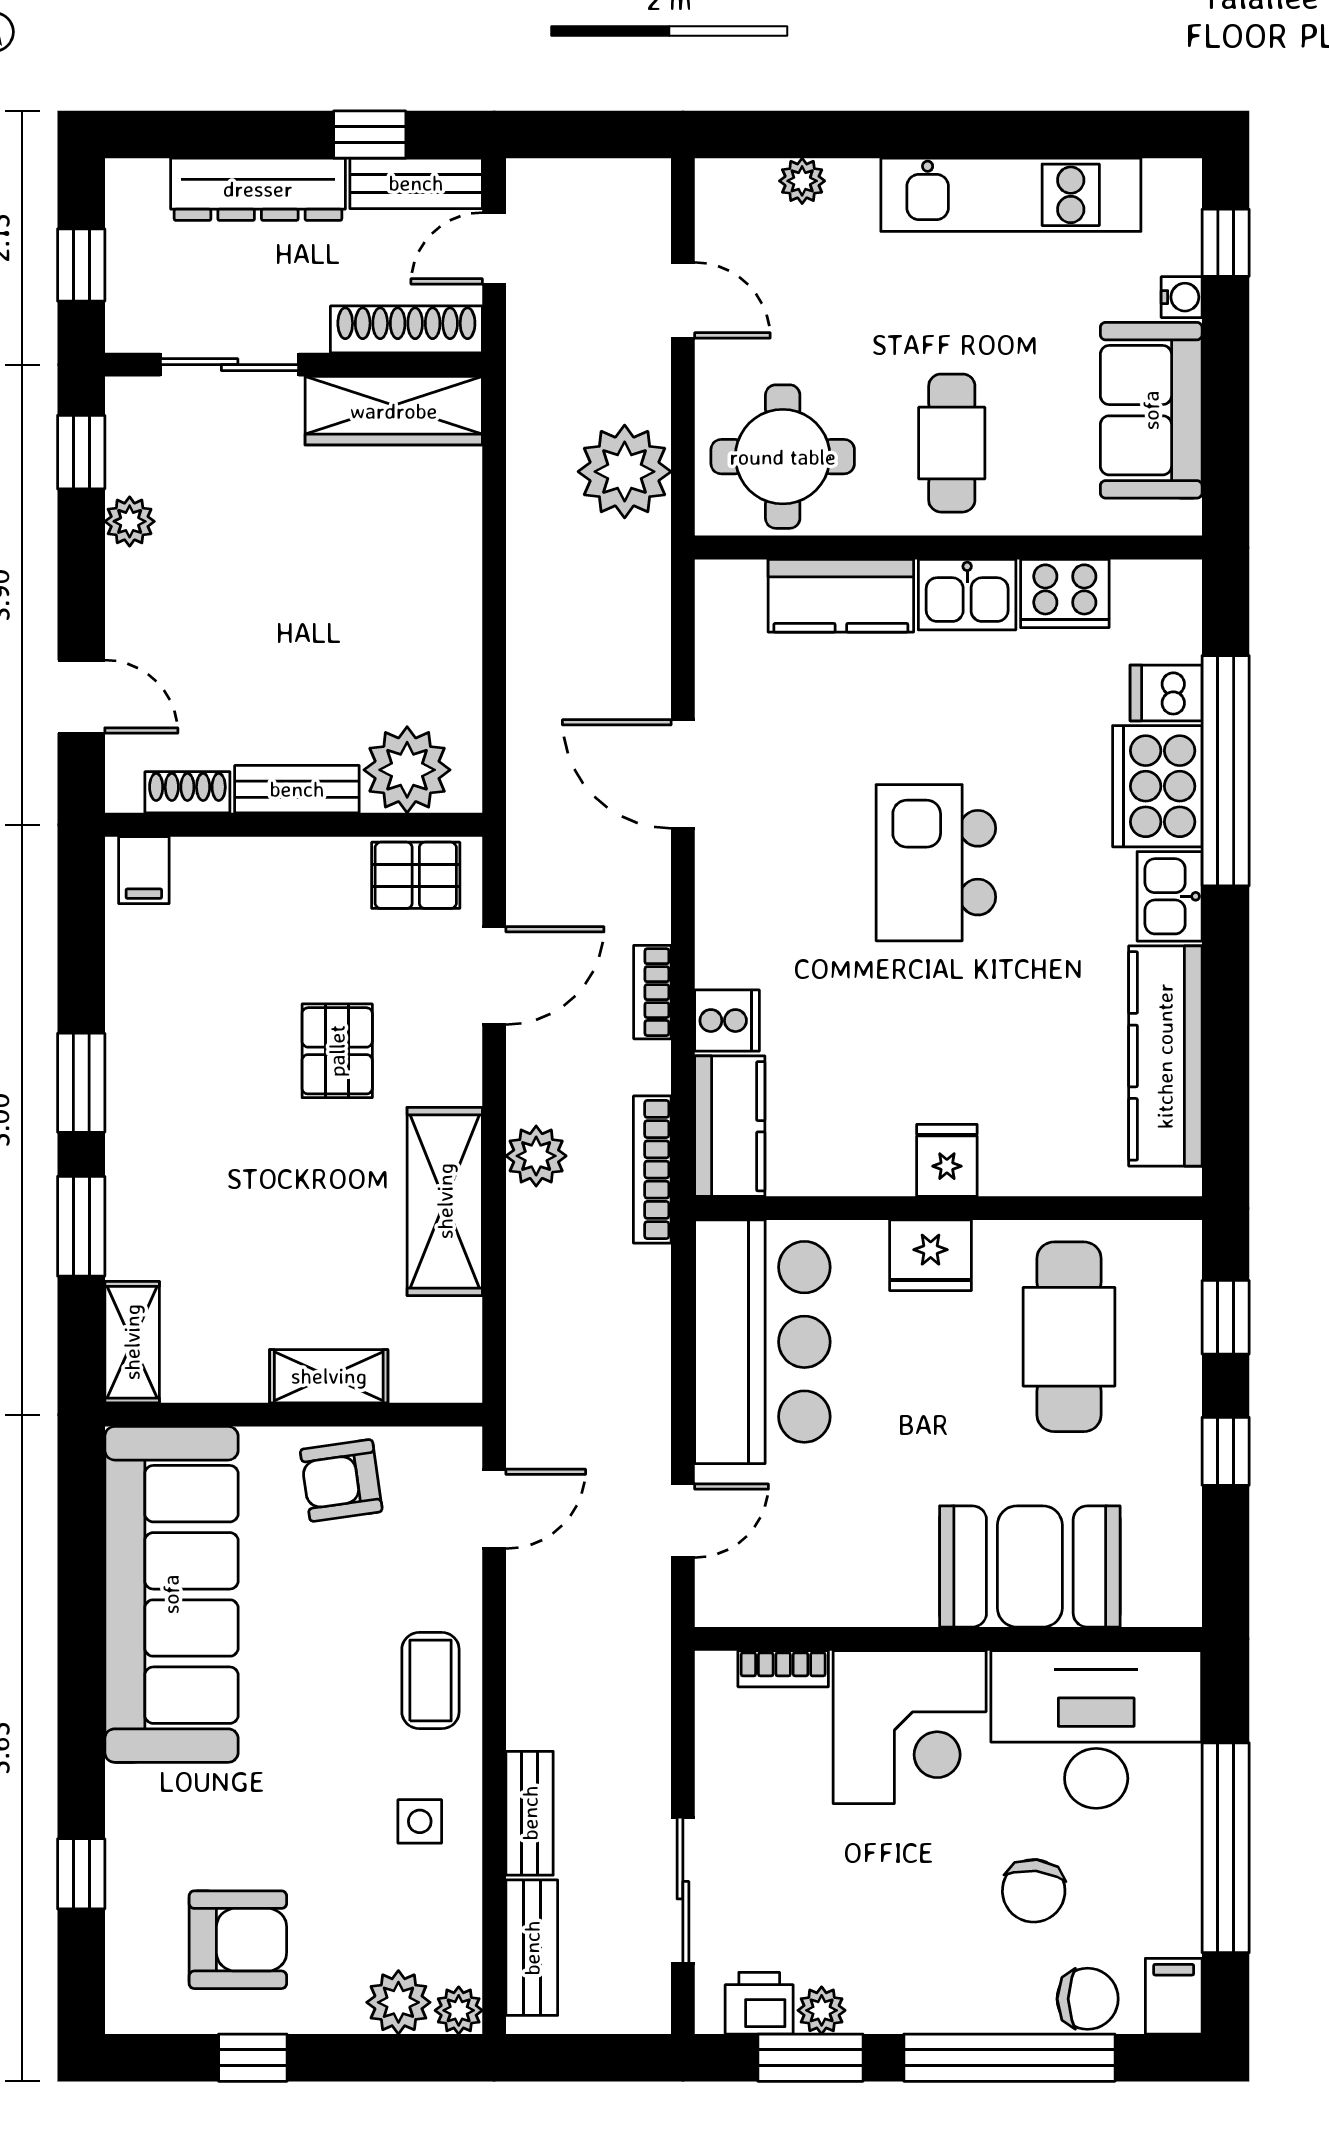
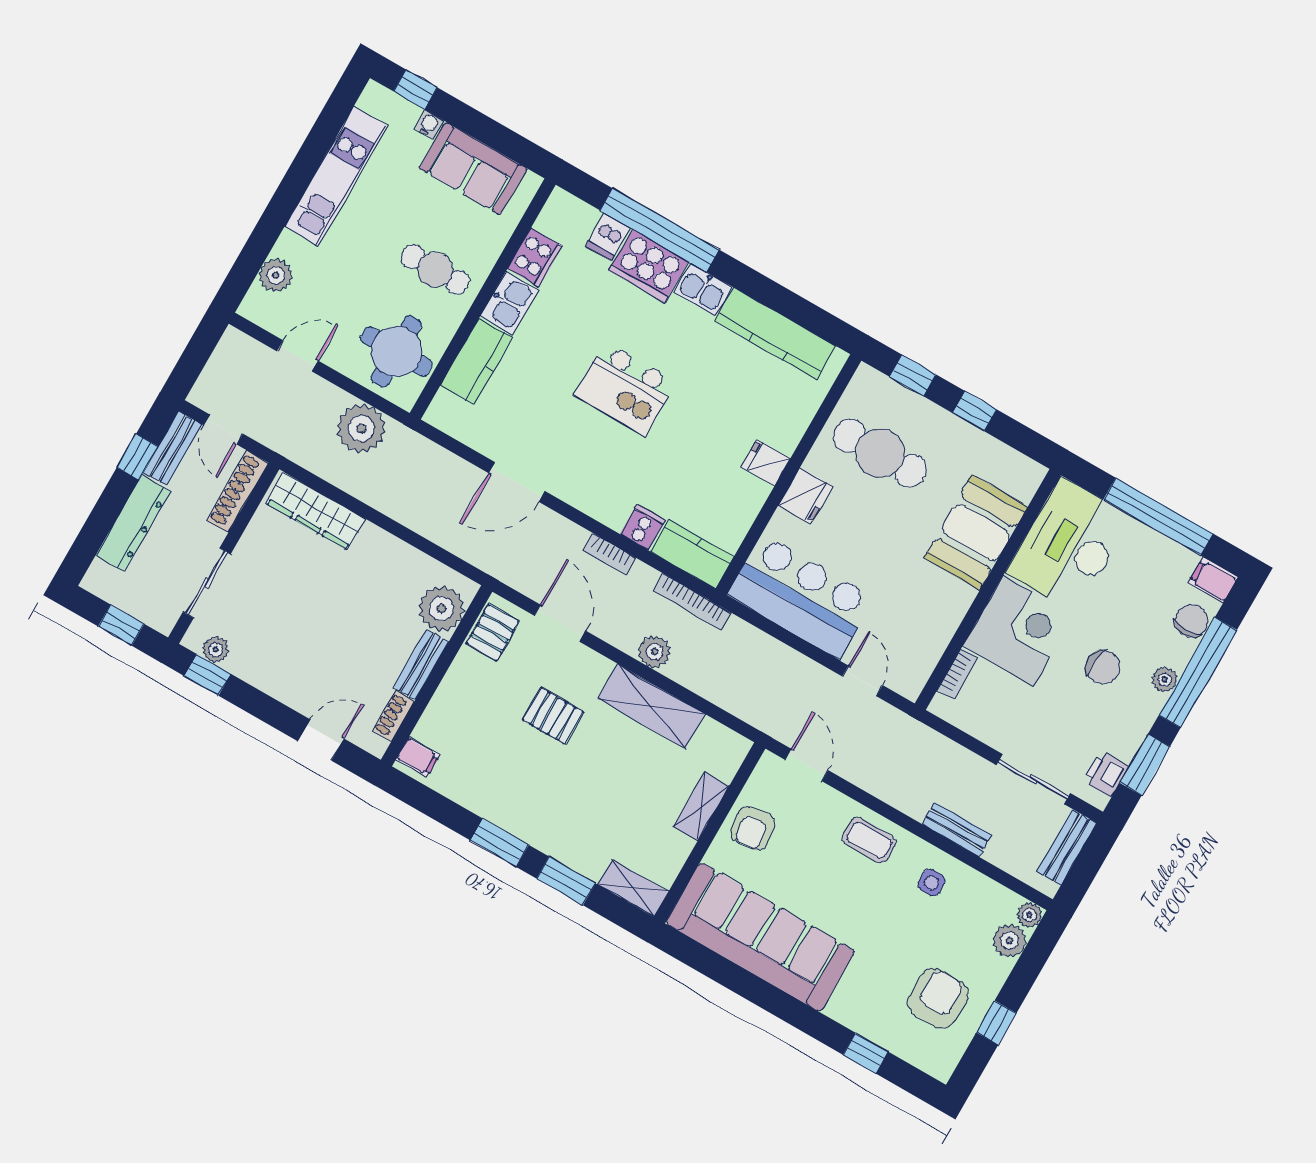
plant: (802, 181) -> (276, 275), width x1.38, depth x1.38
wardrobe: (394, 411) -> (316, 511), moved, turned 90
plant: (130, 521) -> (216, 650), moved
chair: (1034, 1891) -> (1103, 667), moved
bench: (532, 1948) -> (1067, 847), moved, turned 90
plant: (822, 2010) -> (1165, 680), moved

